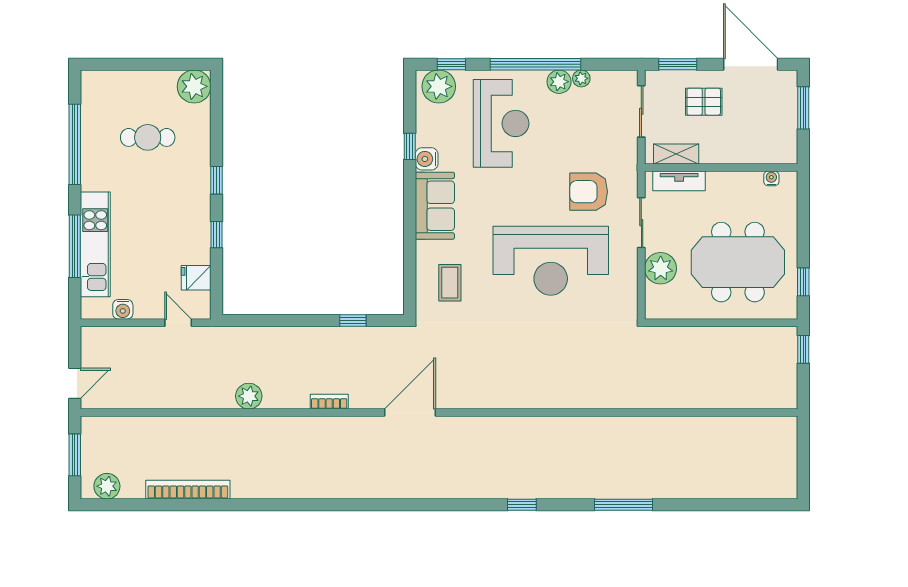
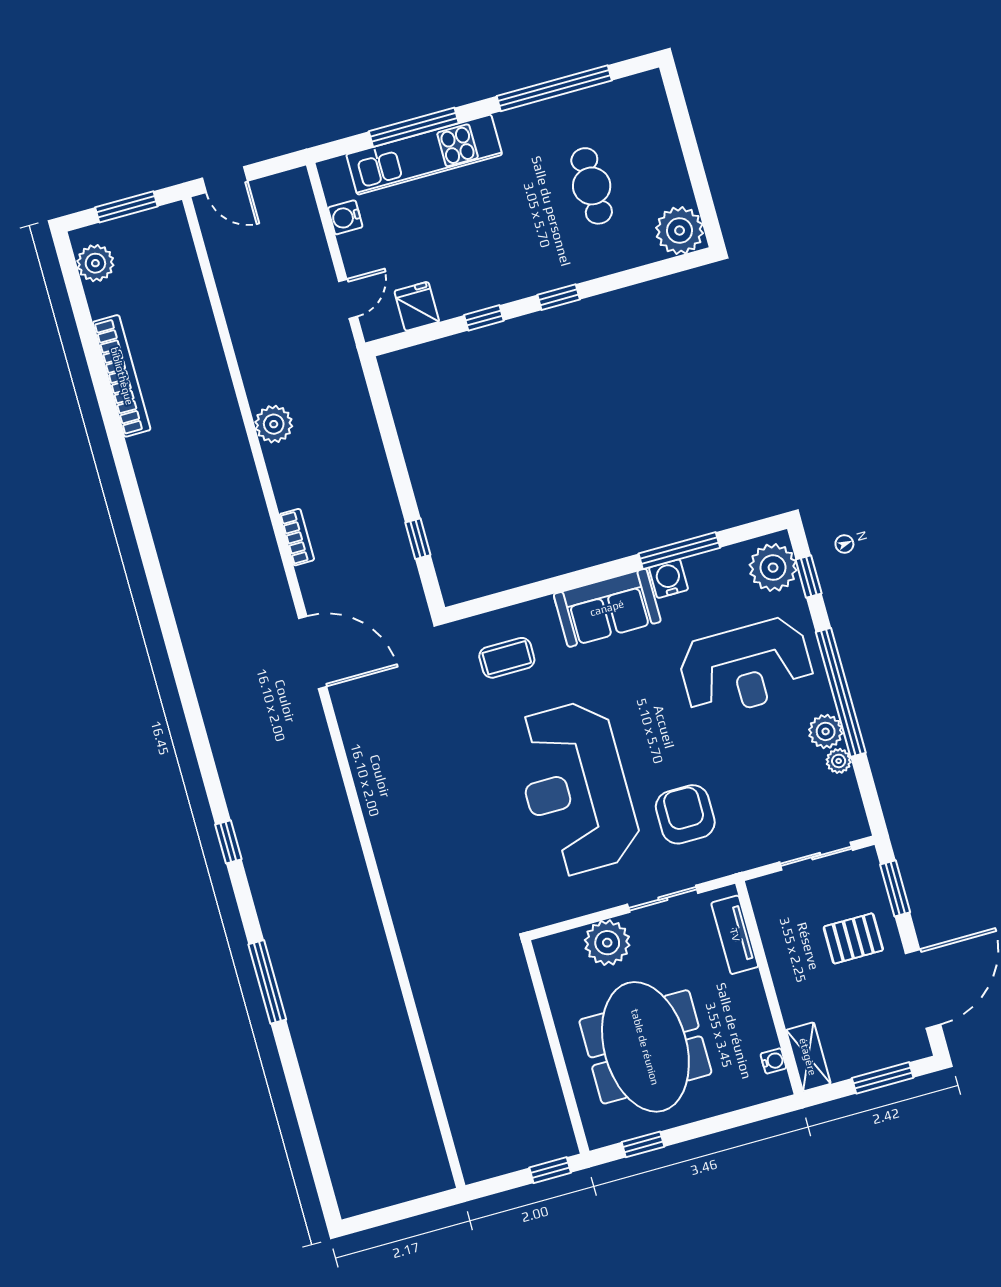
pallet: (704, 102) -> (853, 938), turned 90
window: (410, 146) -> (679, 551), width x2.17
shelving: (676, 154) -> (808, 1057), moved

